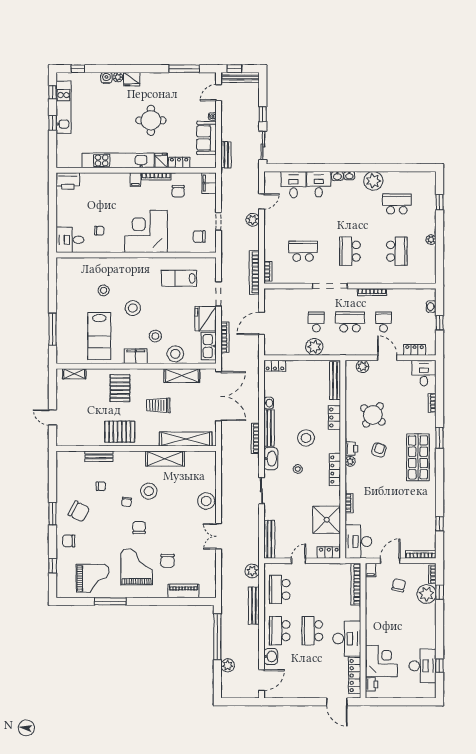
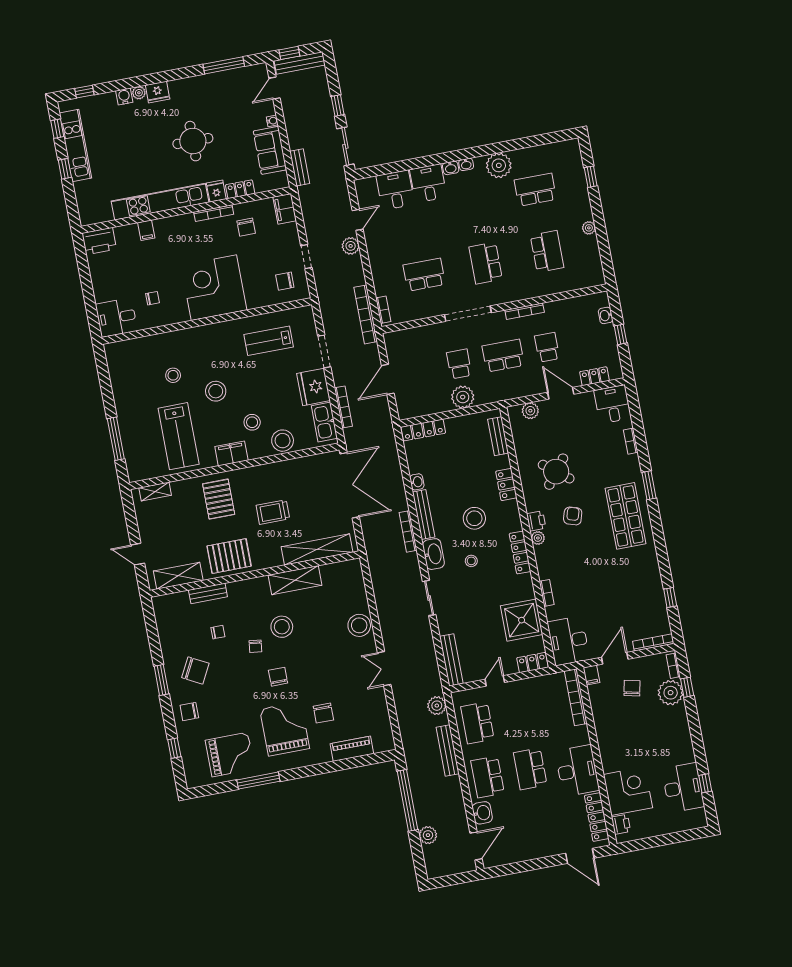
filing cabinet: (135, 180) -> (146, 230), moved
locker: (275, 366) -> (423, 430), width x1.53
shelving: (182, 376) -> (178, 576), moved
bench: (335, 381) -> (498, 436), width x0.73

